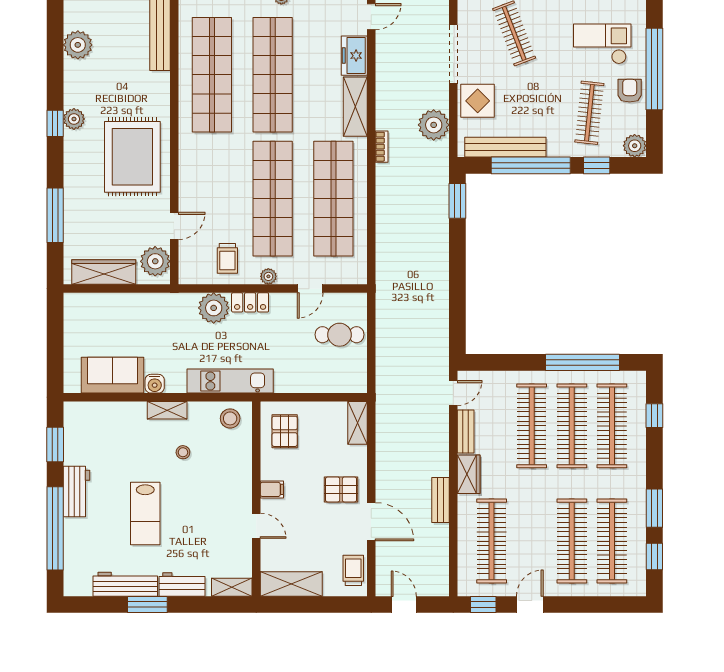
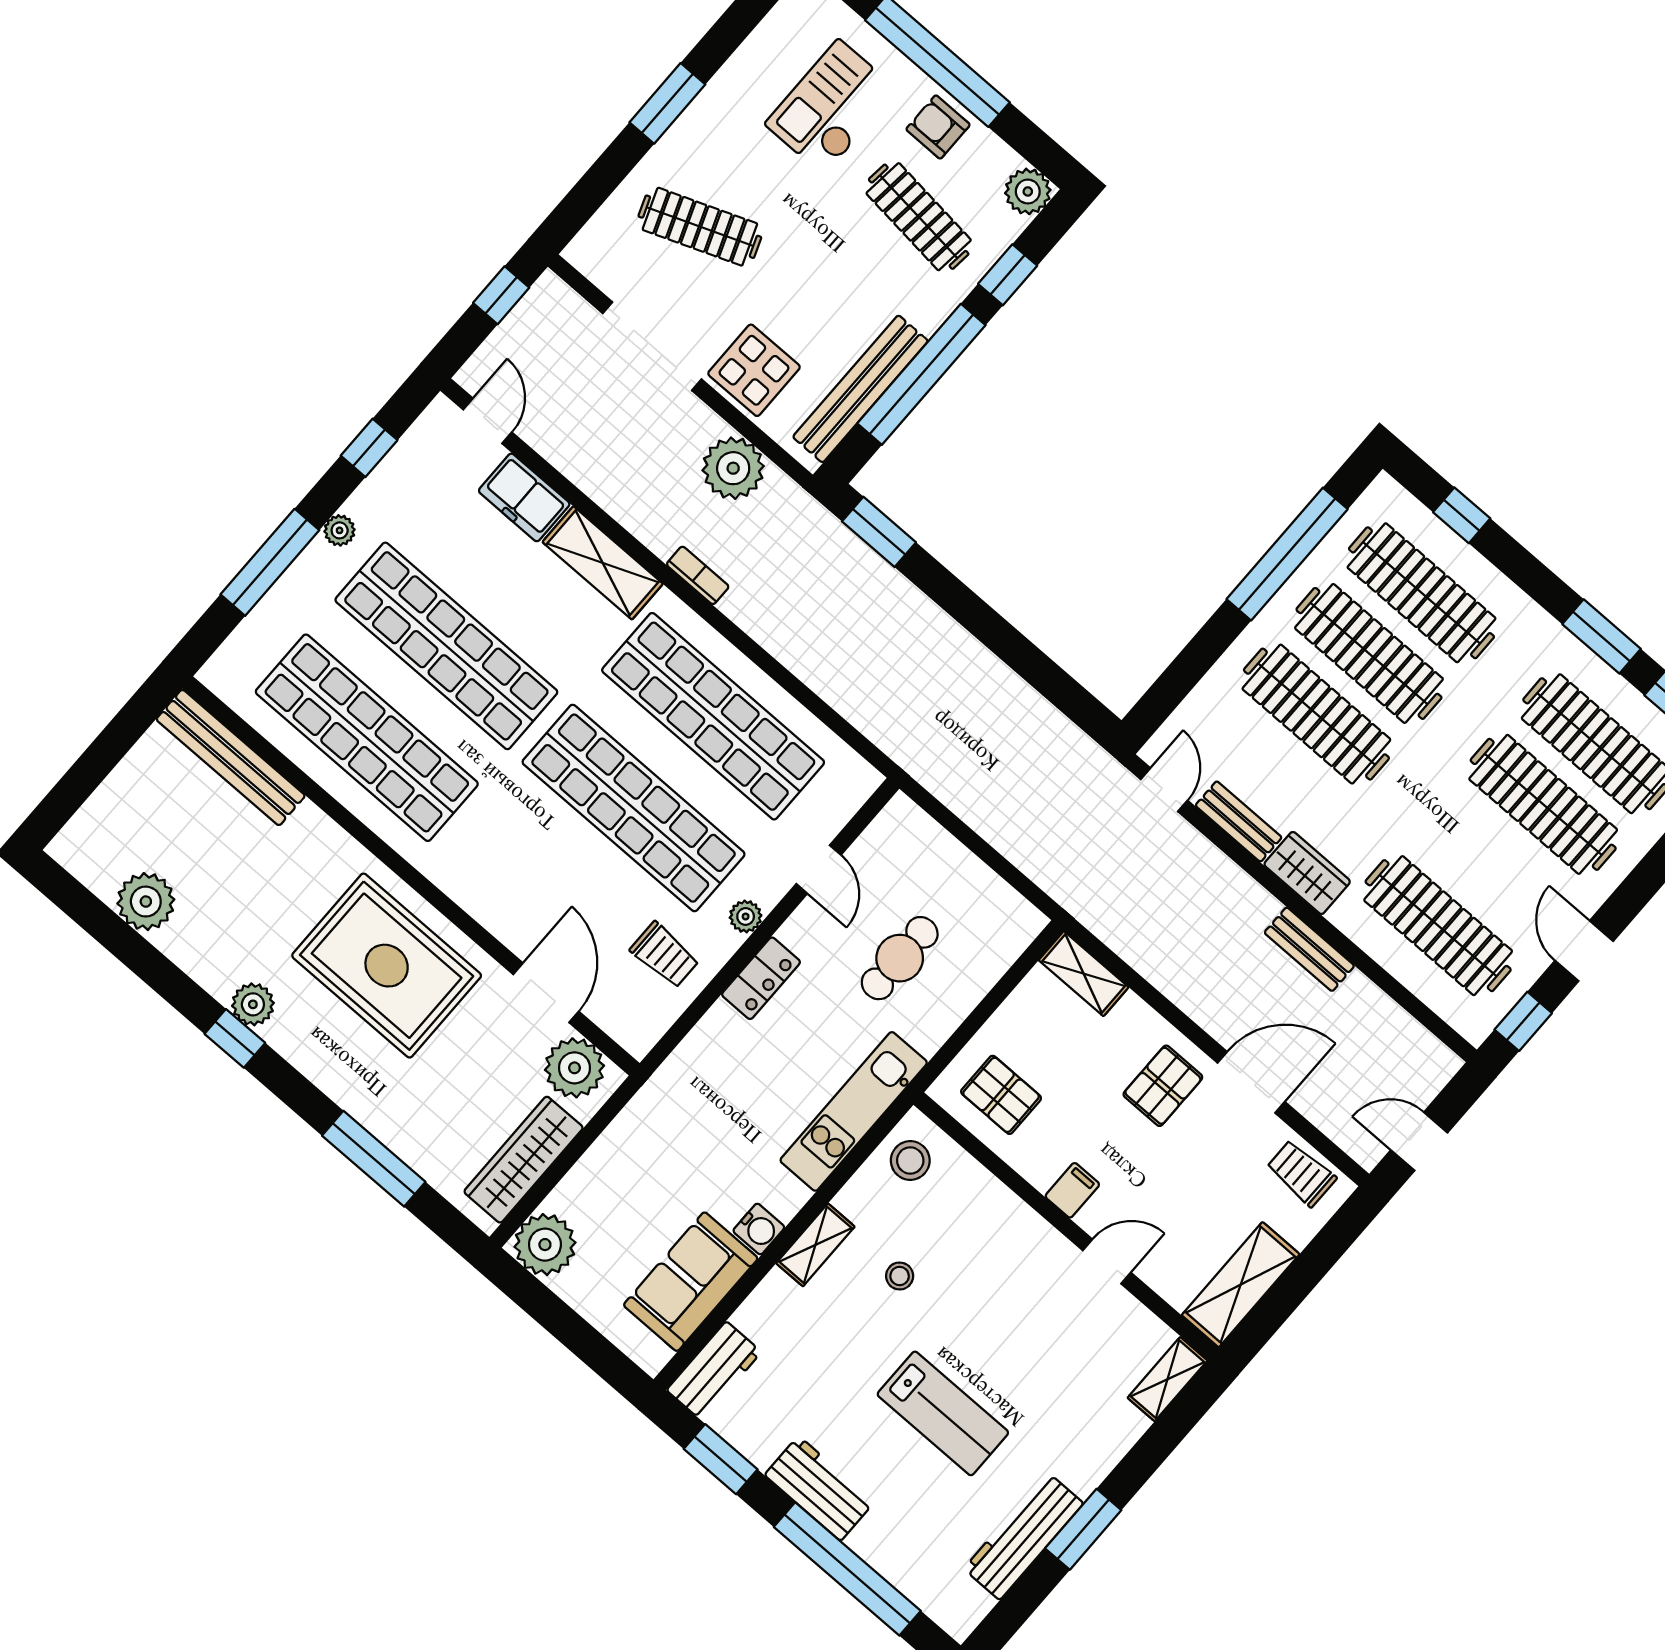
door: (174, 226) -> (546, 993), width x1.38
plant: (214, 308) -> (545, 1245), moved
cafe table: (339, 335) -> (900, 958), moved
workbench: (182, 584) -> (714, 1371), moved, turned 180

